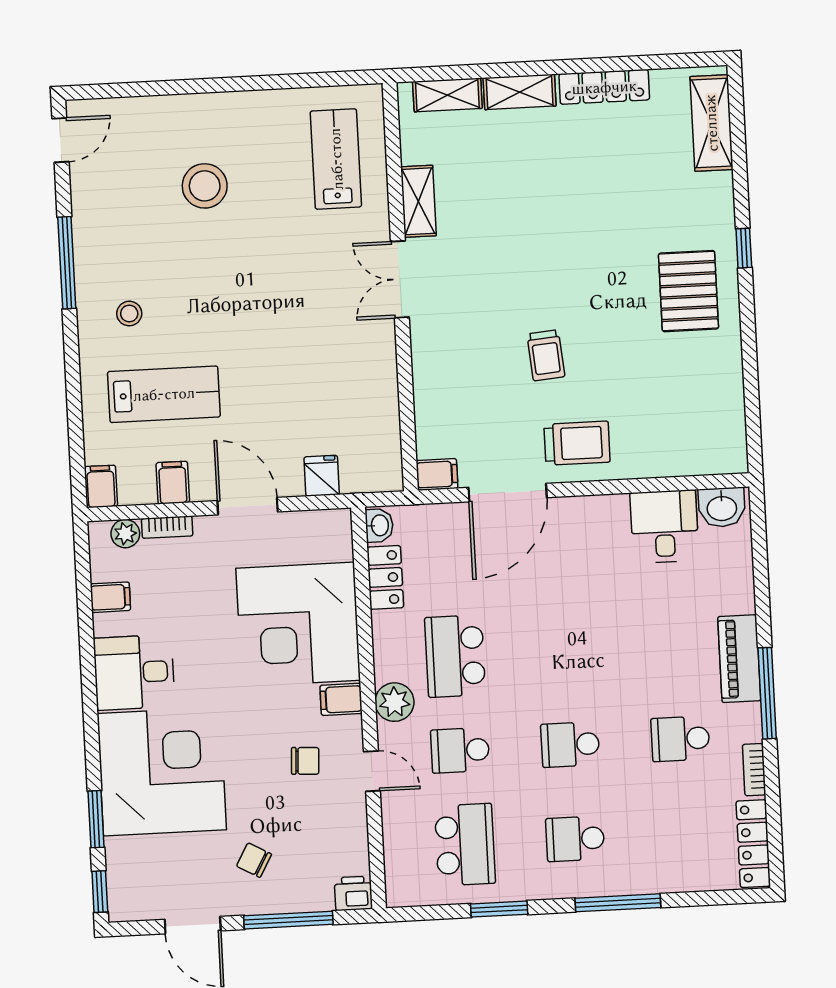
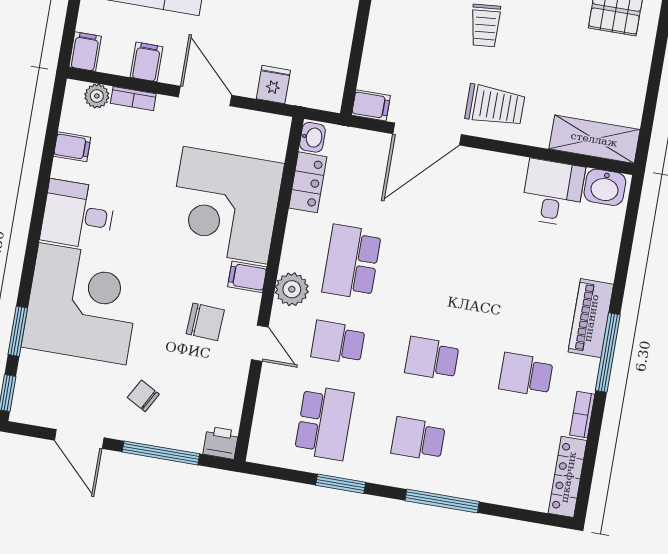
shelving: (698, 456) -> (594, 139), added
chair: (305, 761) -> (205, 322), width x1.37, depth x1.37

